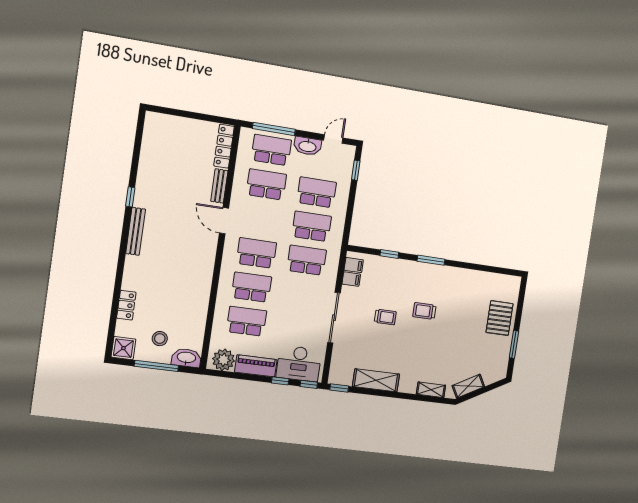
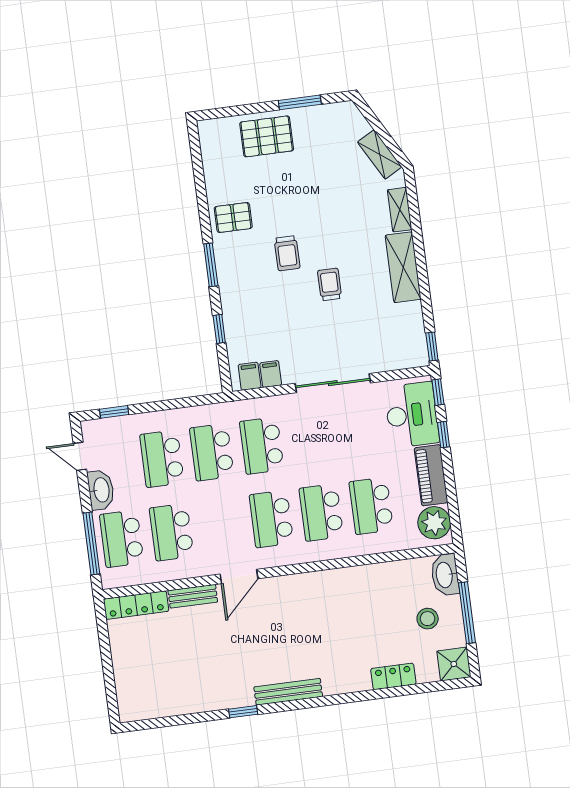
pallet: (456, 283) -> (233, 217), added
trolley: (385, 317) -> (330, 284), moved
shelving: (376, 380) -> (403, 267), moved

